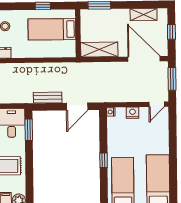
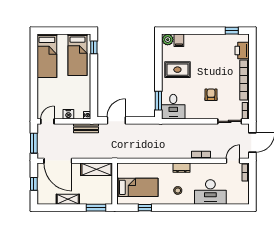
shelving: (144, 14) -> (68, 199), moved
bench: (48, 98) -> (86, 128), moved
window: (104, 160) -> (94, 47), moved

